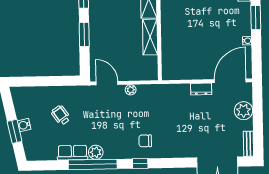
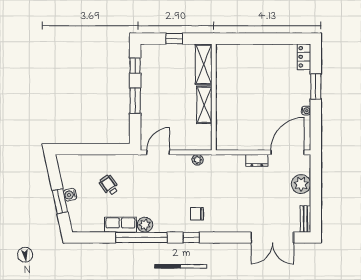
door: (107, 83) -> (158, 152), hinge flipped
plant: (131, 90) -> (198, 160), moved

